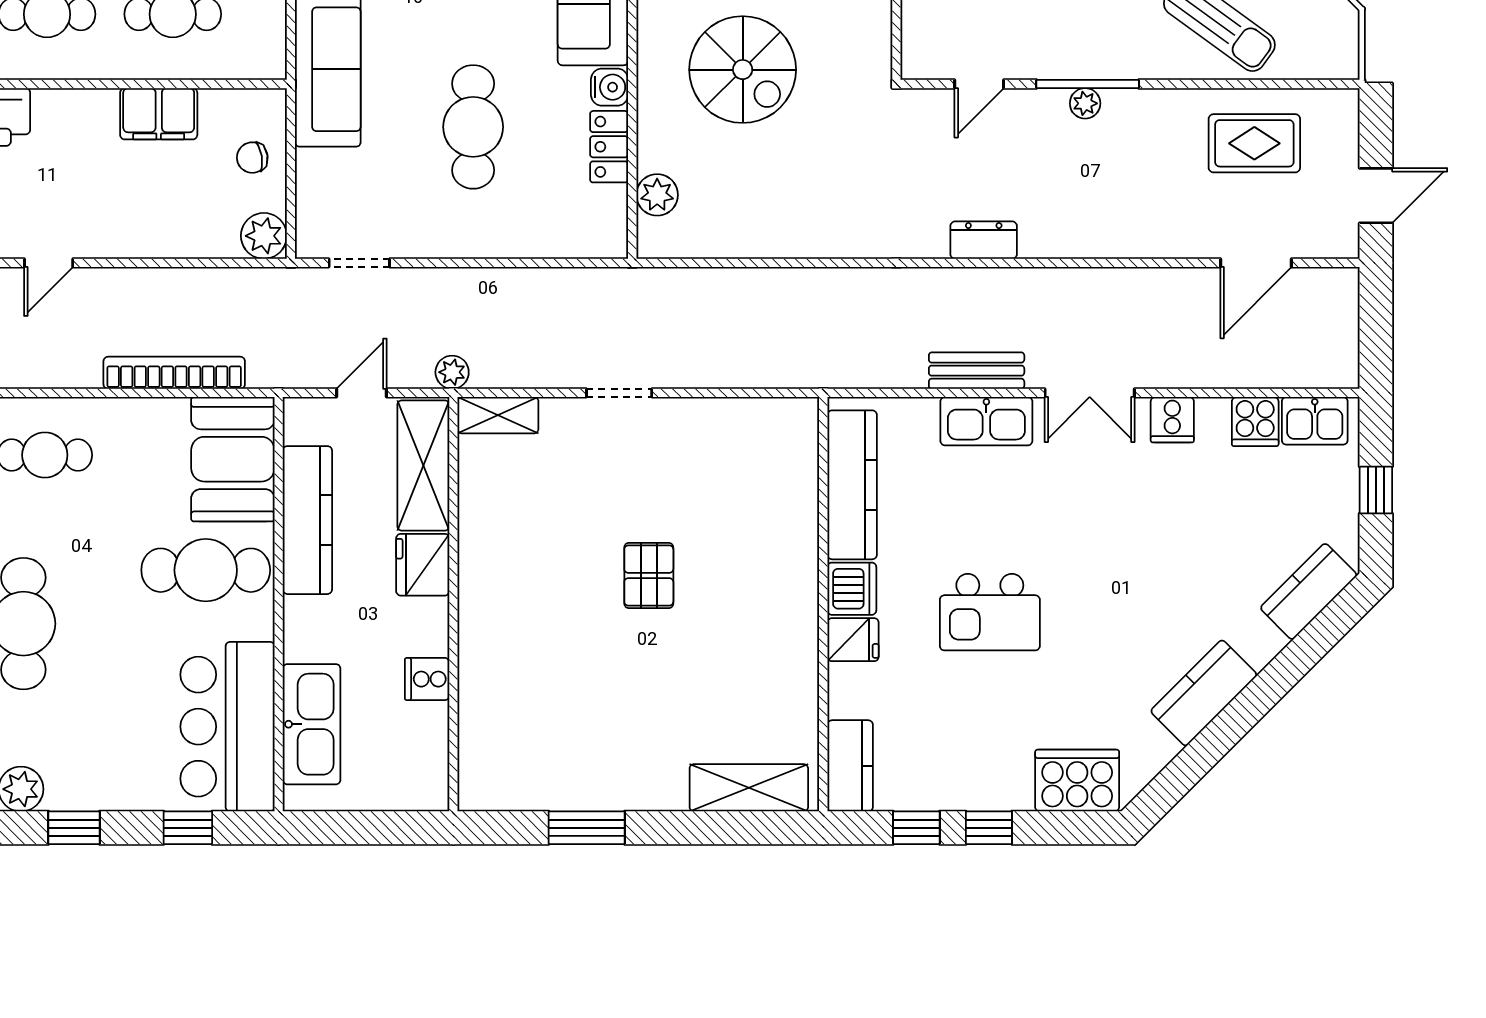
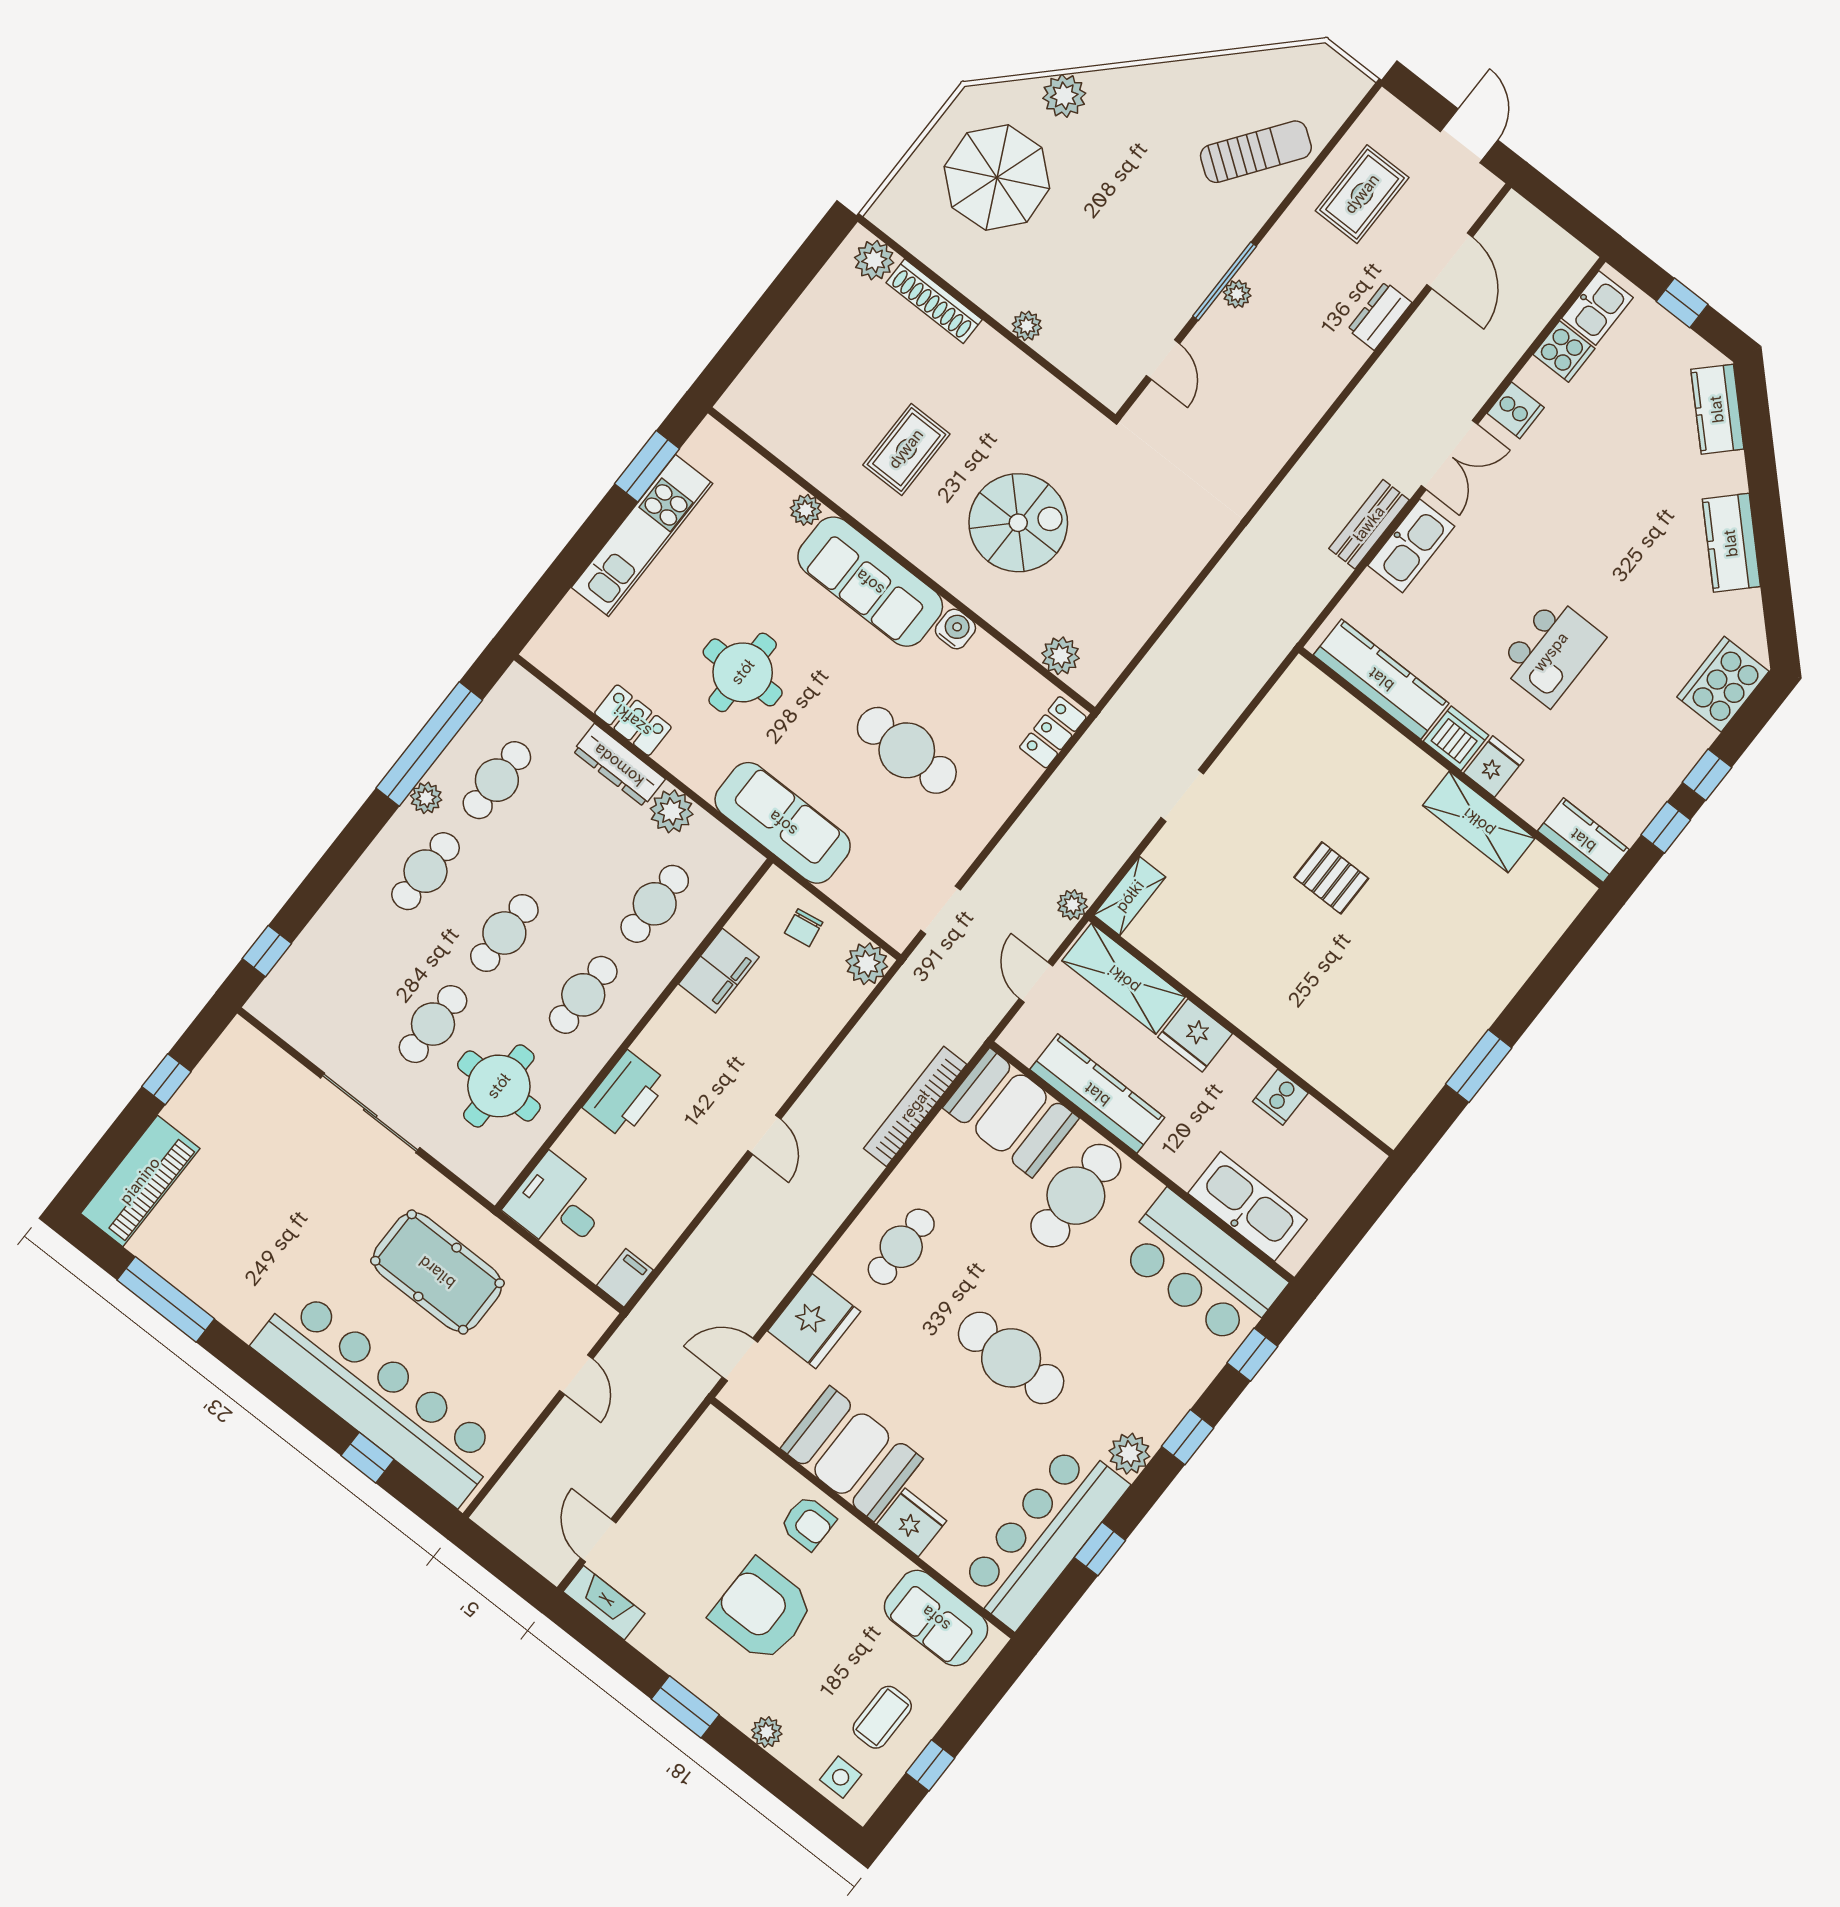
locker: (609, 147) -> (1053, 732), moved, turned 90
dresser: (984, 240) -> (1380, 316), moved
shelving: (749, 788) -> (1479, 822), moved, turned 90

